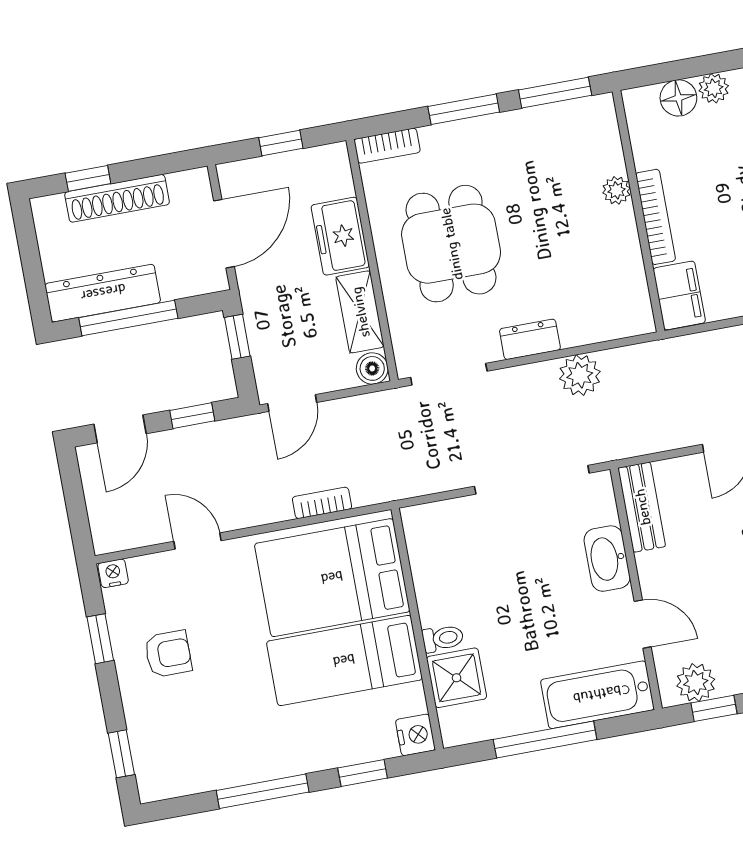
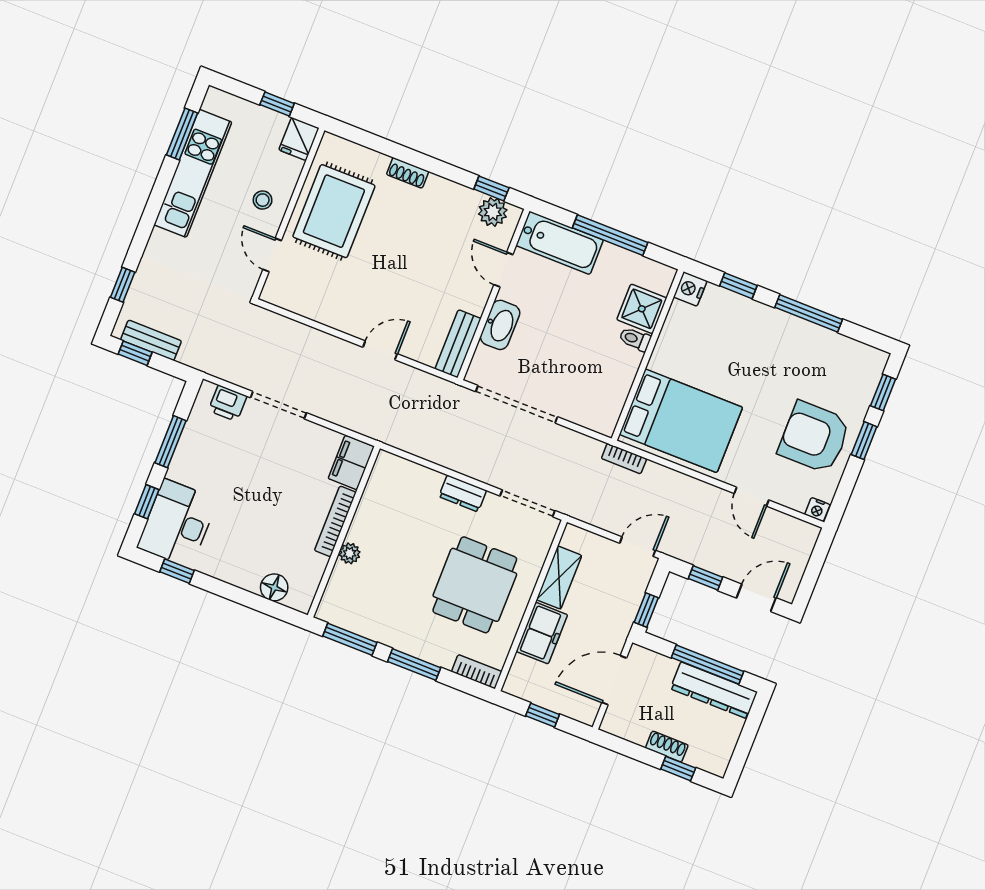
plant: (714, 88) -> (248, 580), removed
shoe rack: (117, 198) -> (667, 747), width x0.51, depth x0.81
boiler: (372, 368) -> (574, 537), removed
plant: (580, 375) -> (445, 451), removed
bookcase: (322, 503) -> (624, 459), moved
window: (100, 639) -> (864, 441), moved
armchair: (168, 654) -> (814, 437), width x1.88, depth x1.88
bed: (344, 661) -> (706, 364), removed

